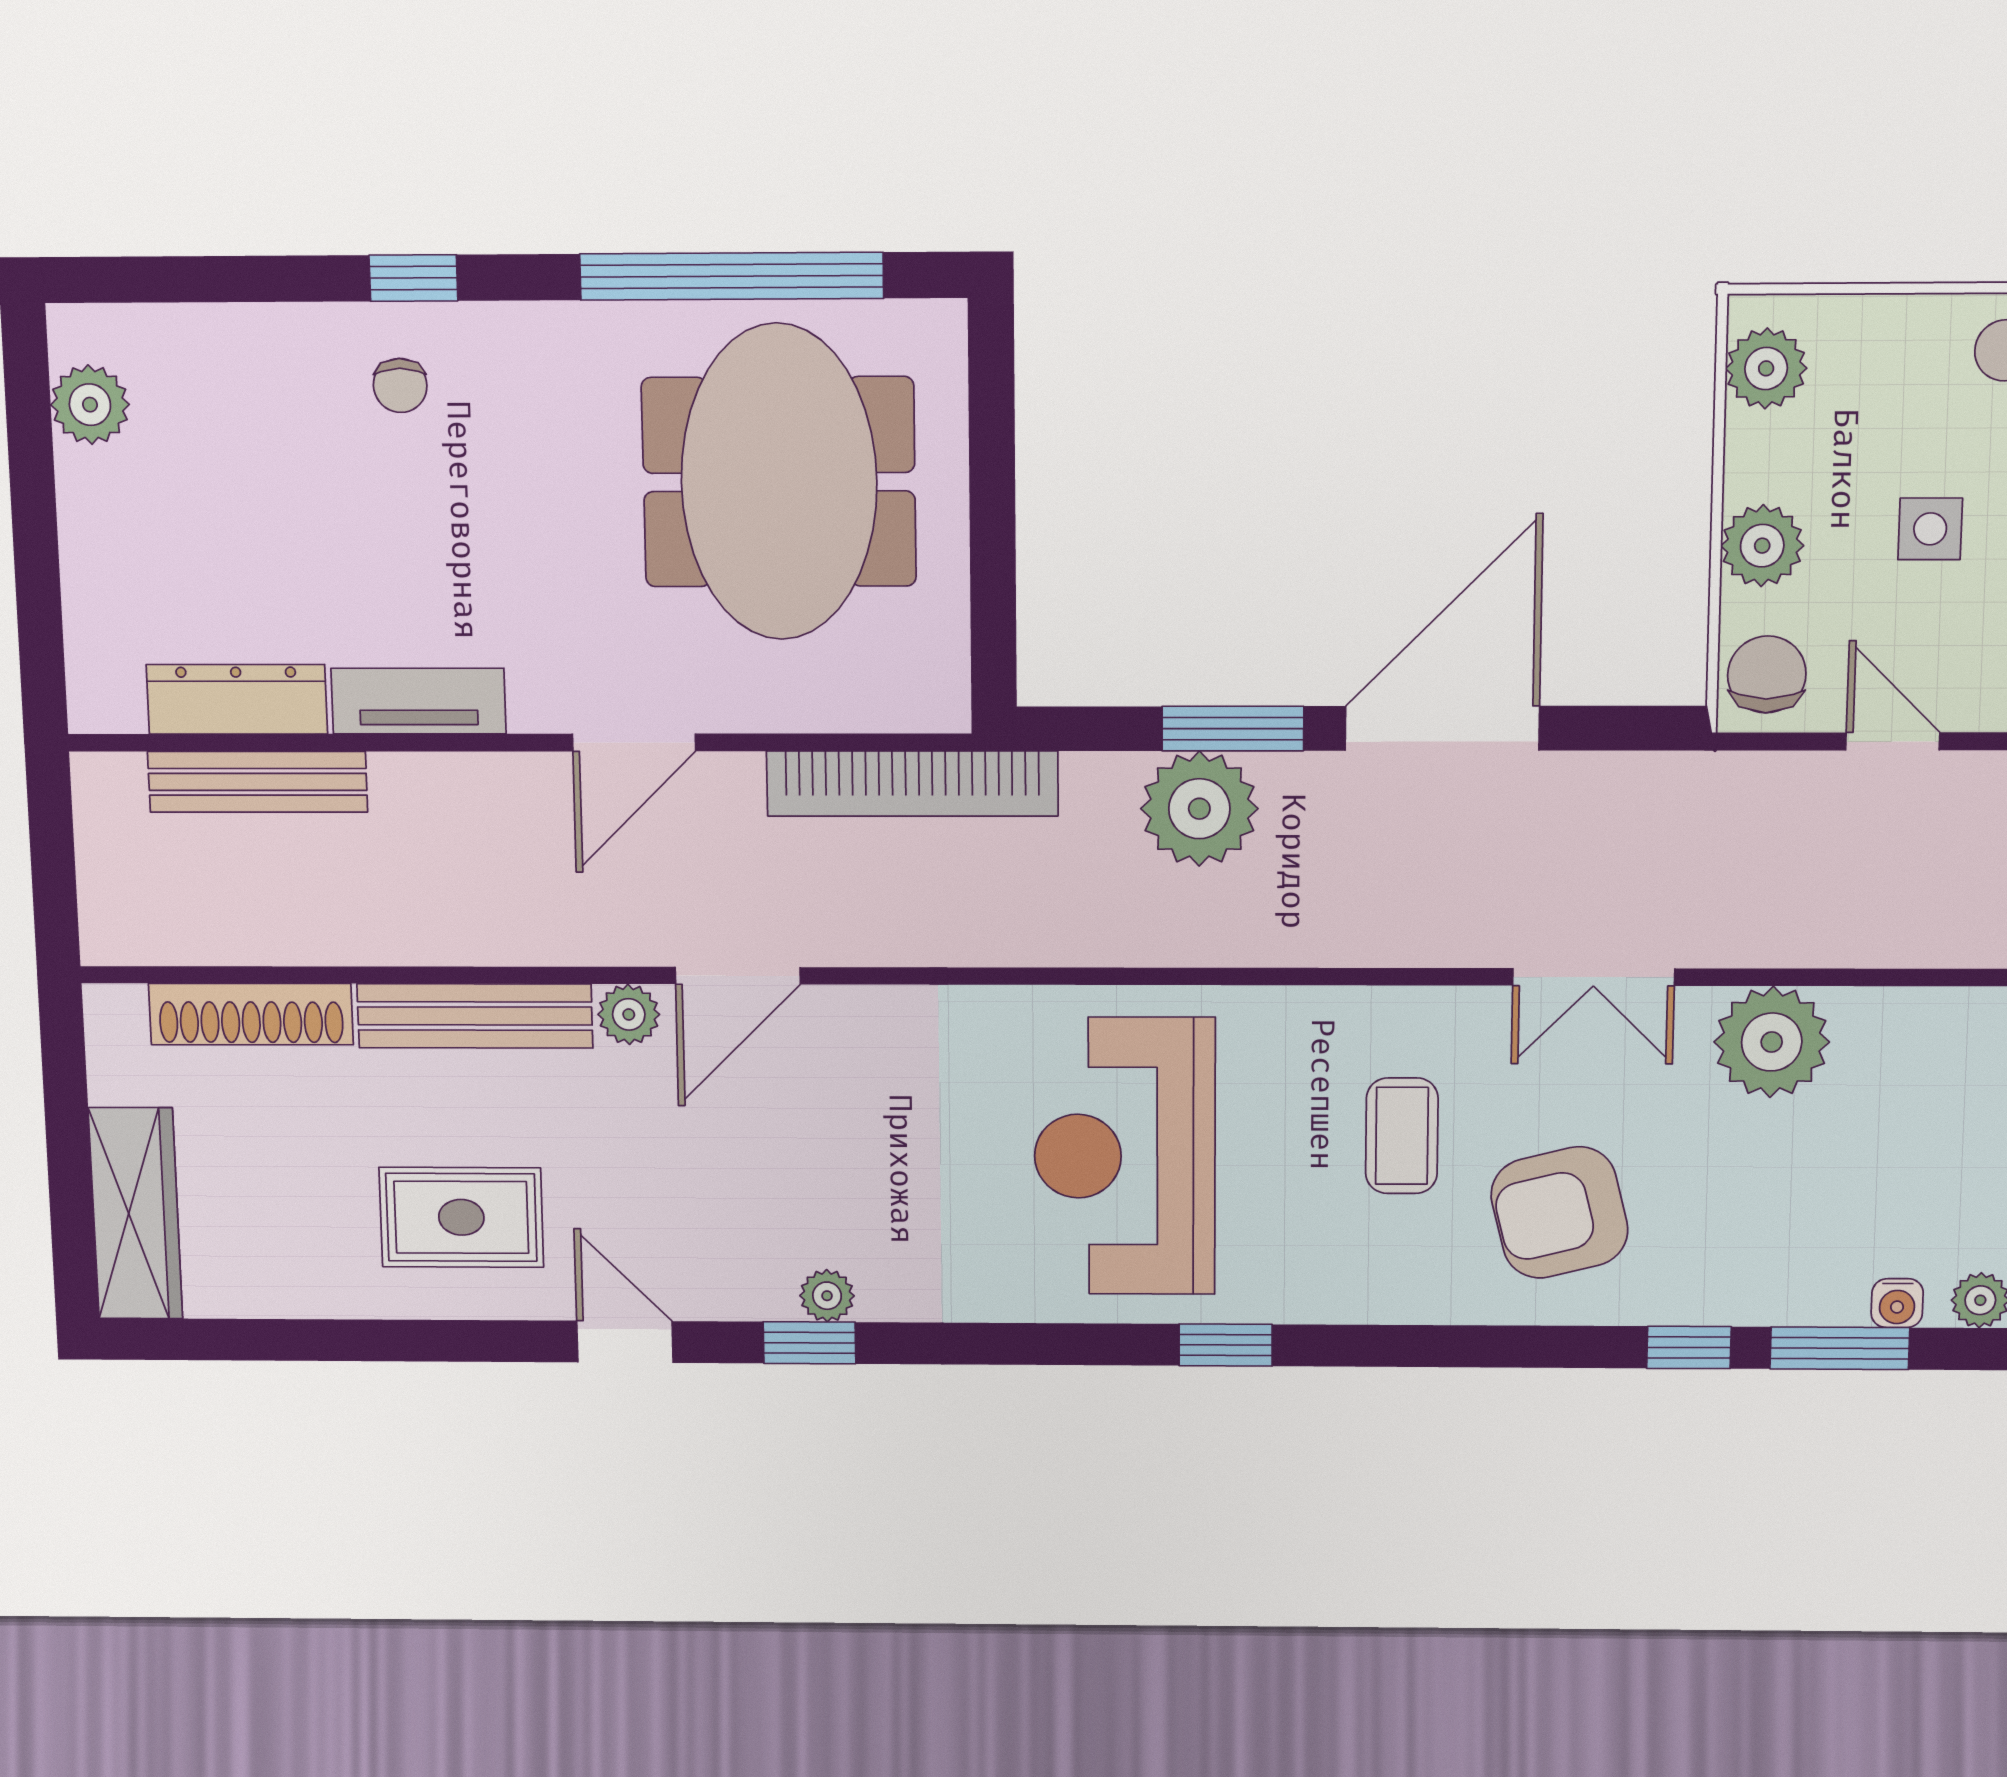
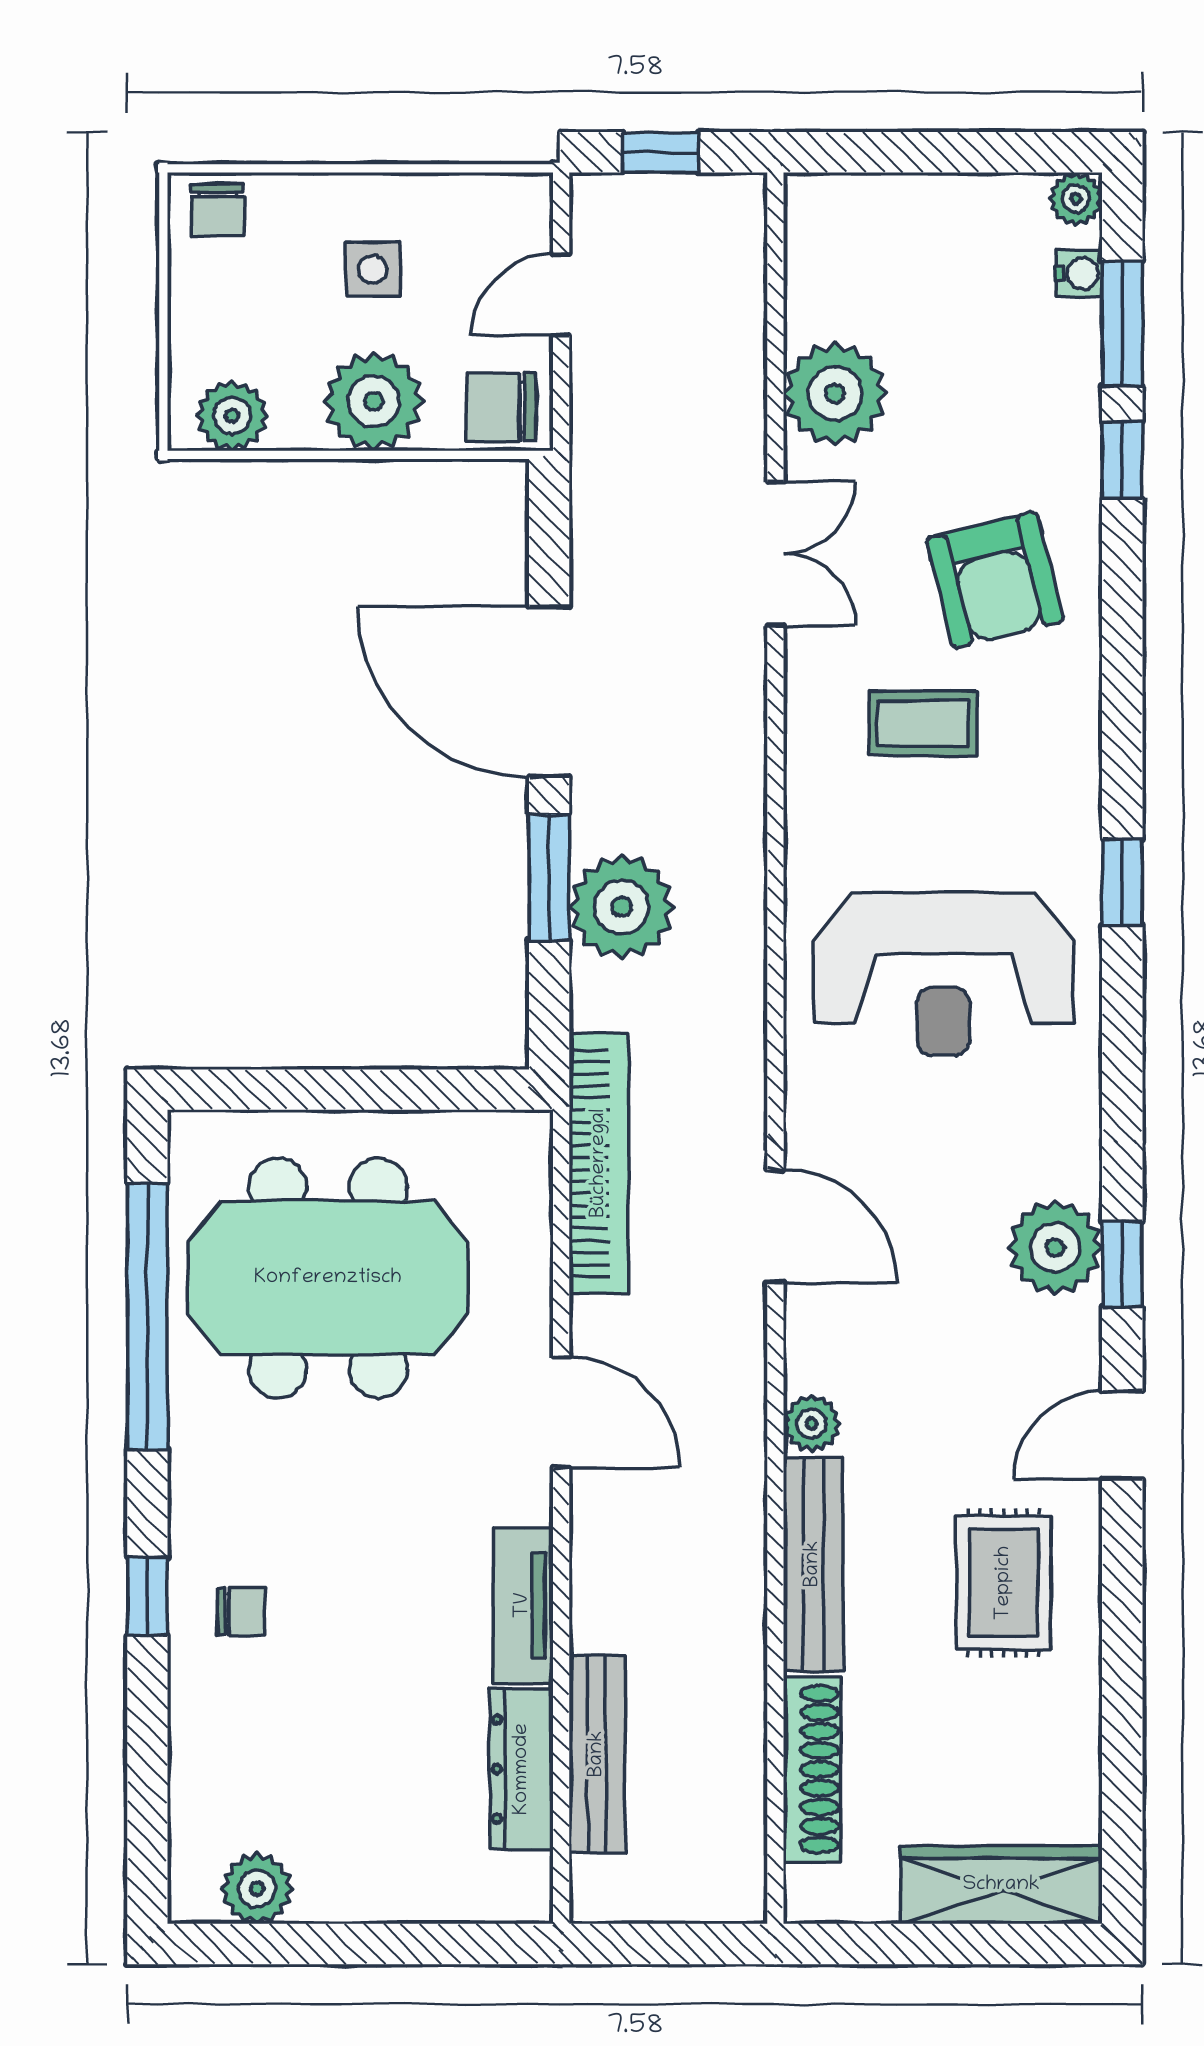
plant: (1762, 546) -> (374, 402), width x1.36, depth x1.36
door: (738, 976) -> (775, 1226), moved
plant: (827, 1296) -> (1055, 1247), width x1.87, depth x1.87

